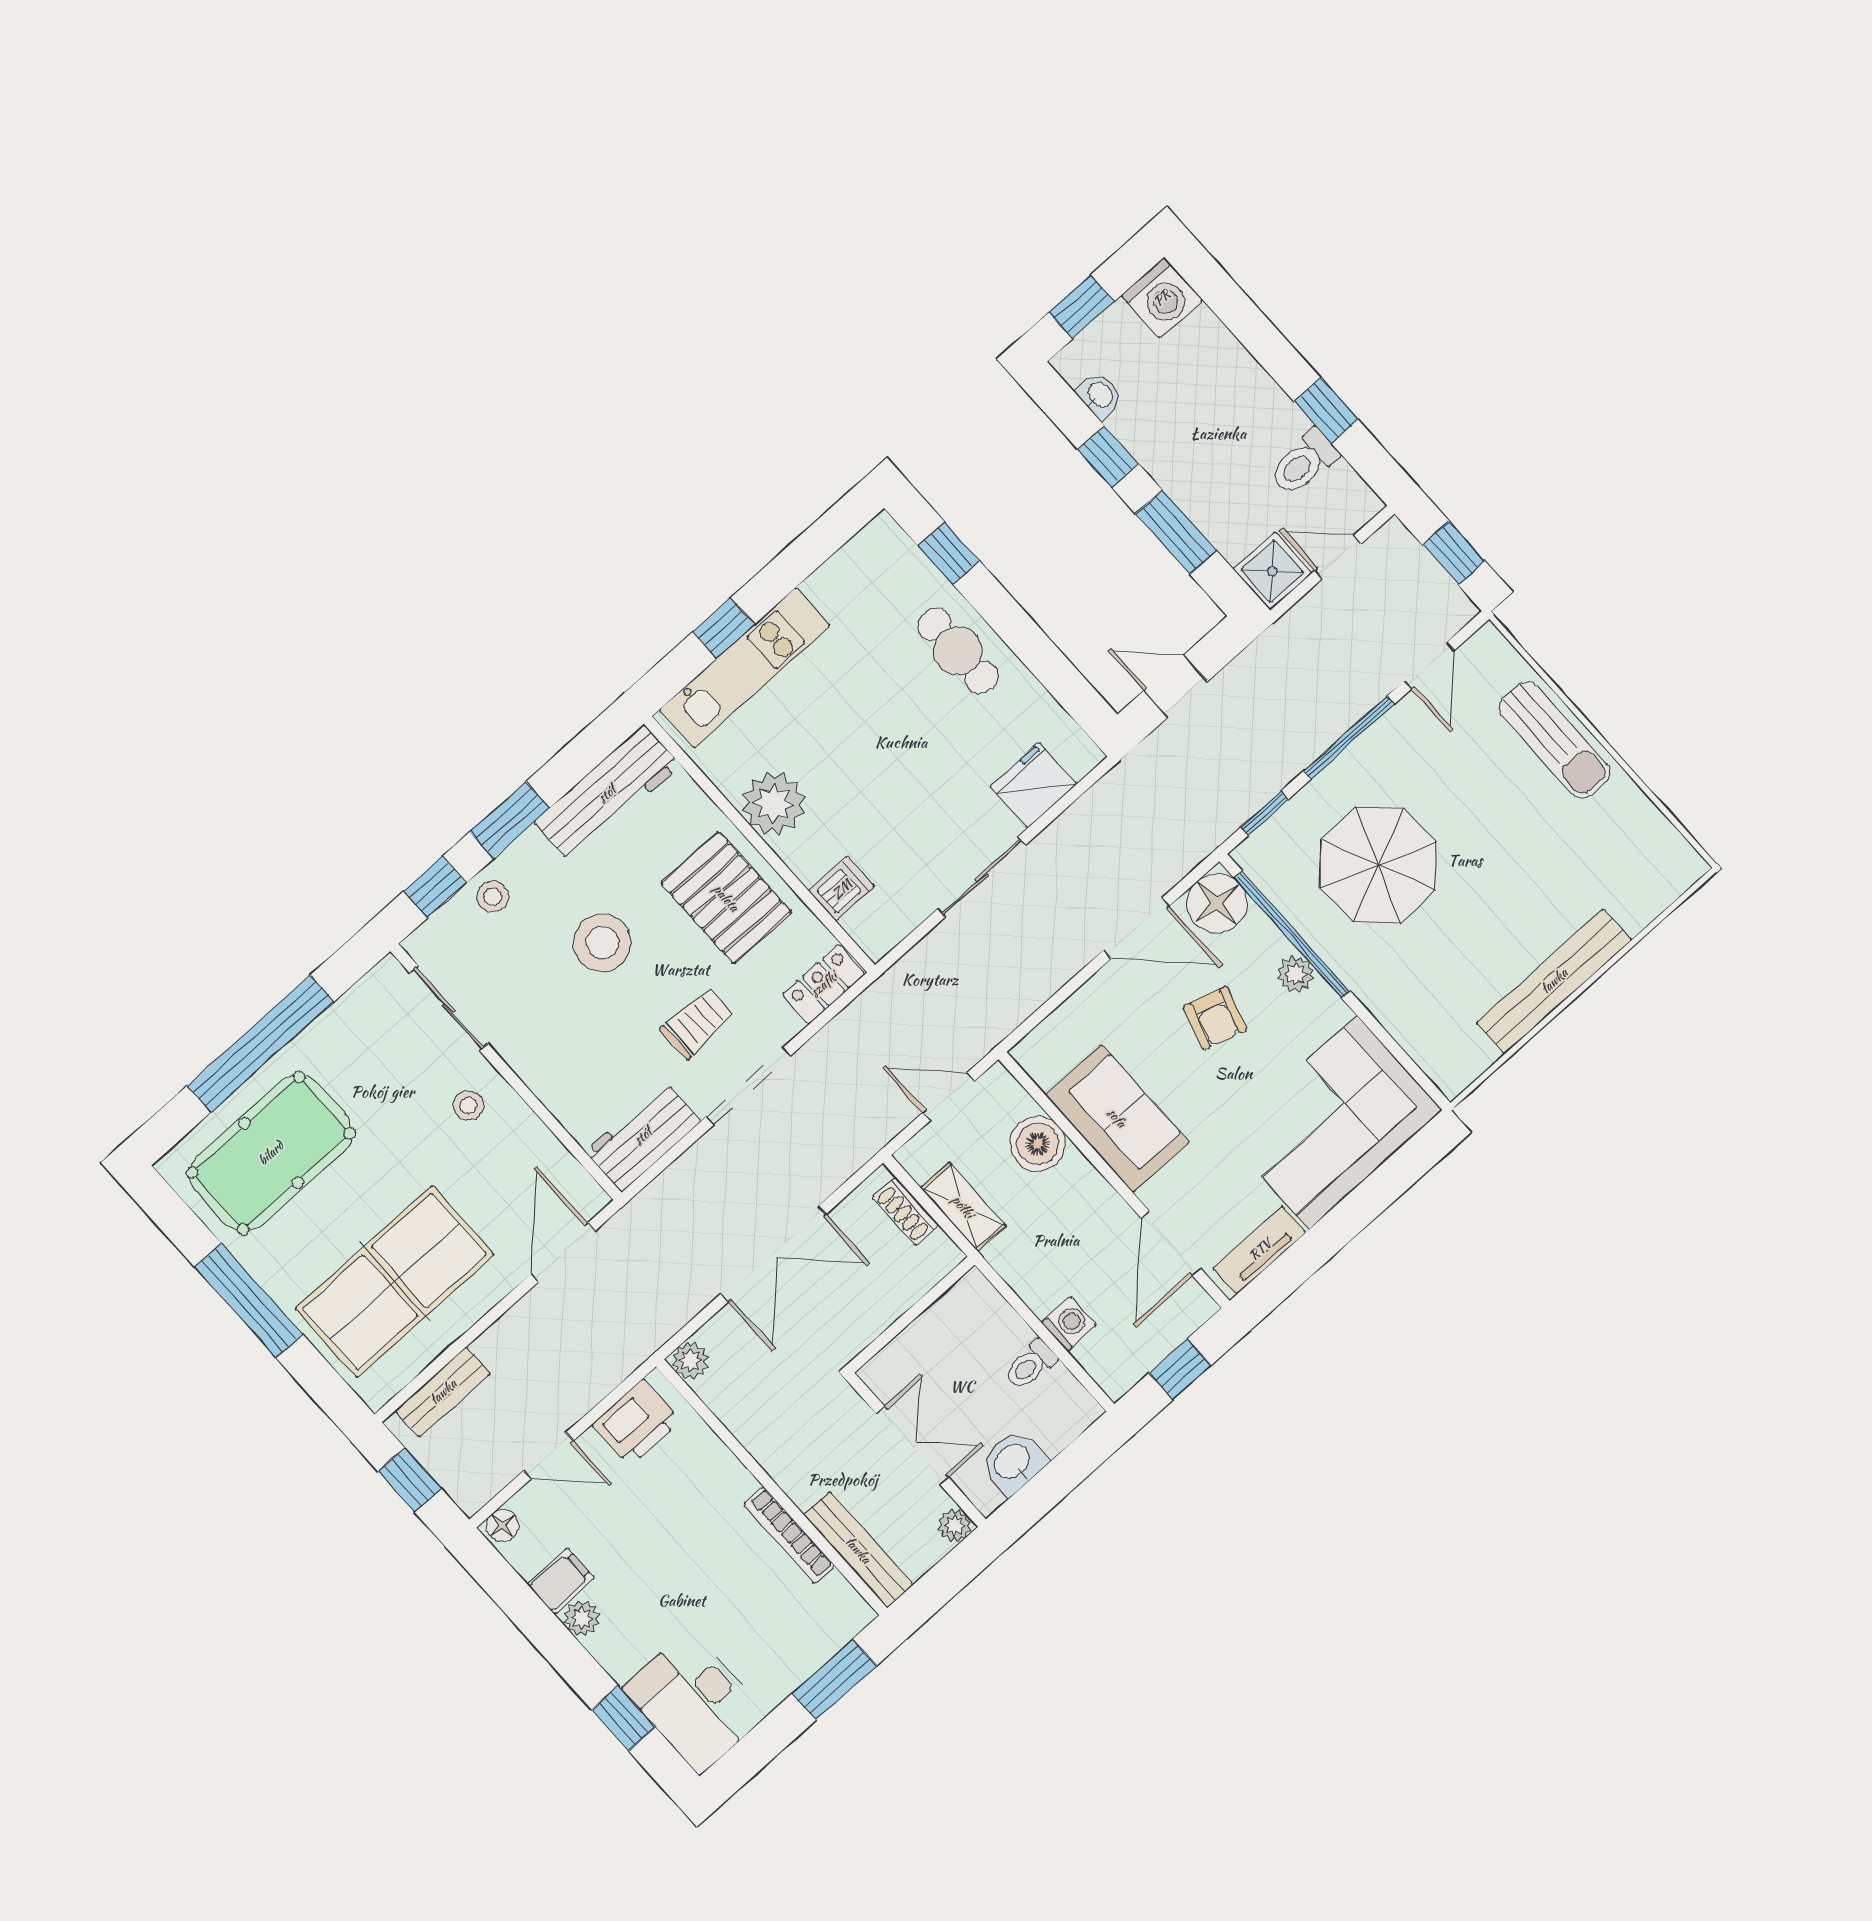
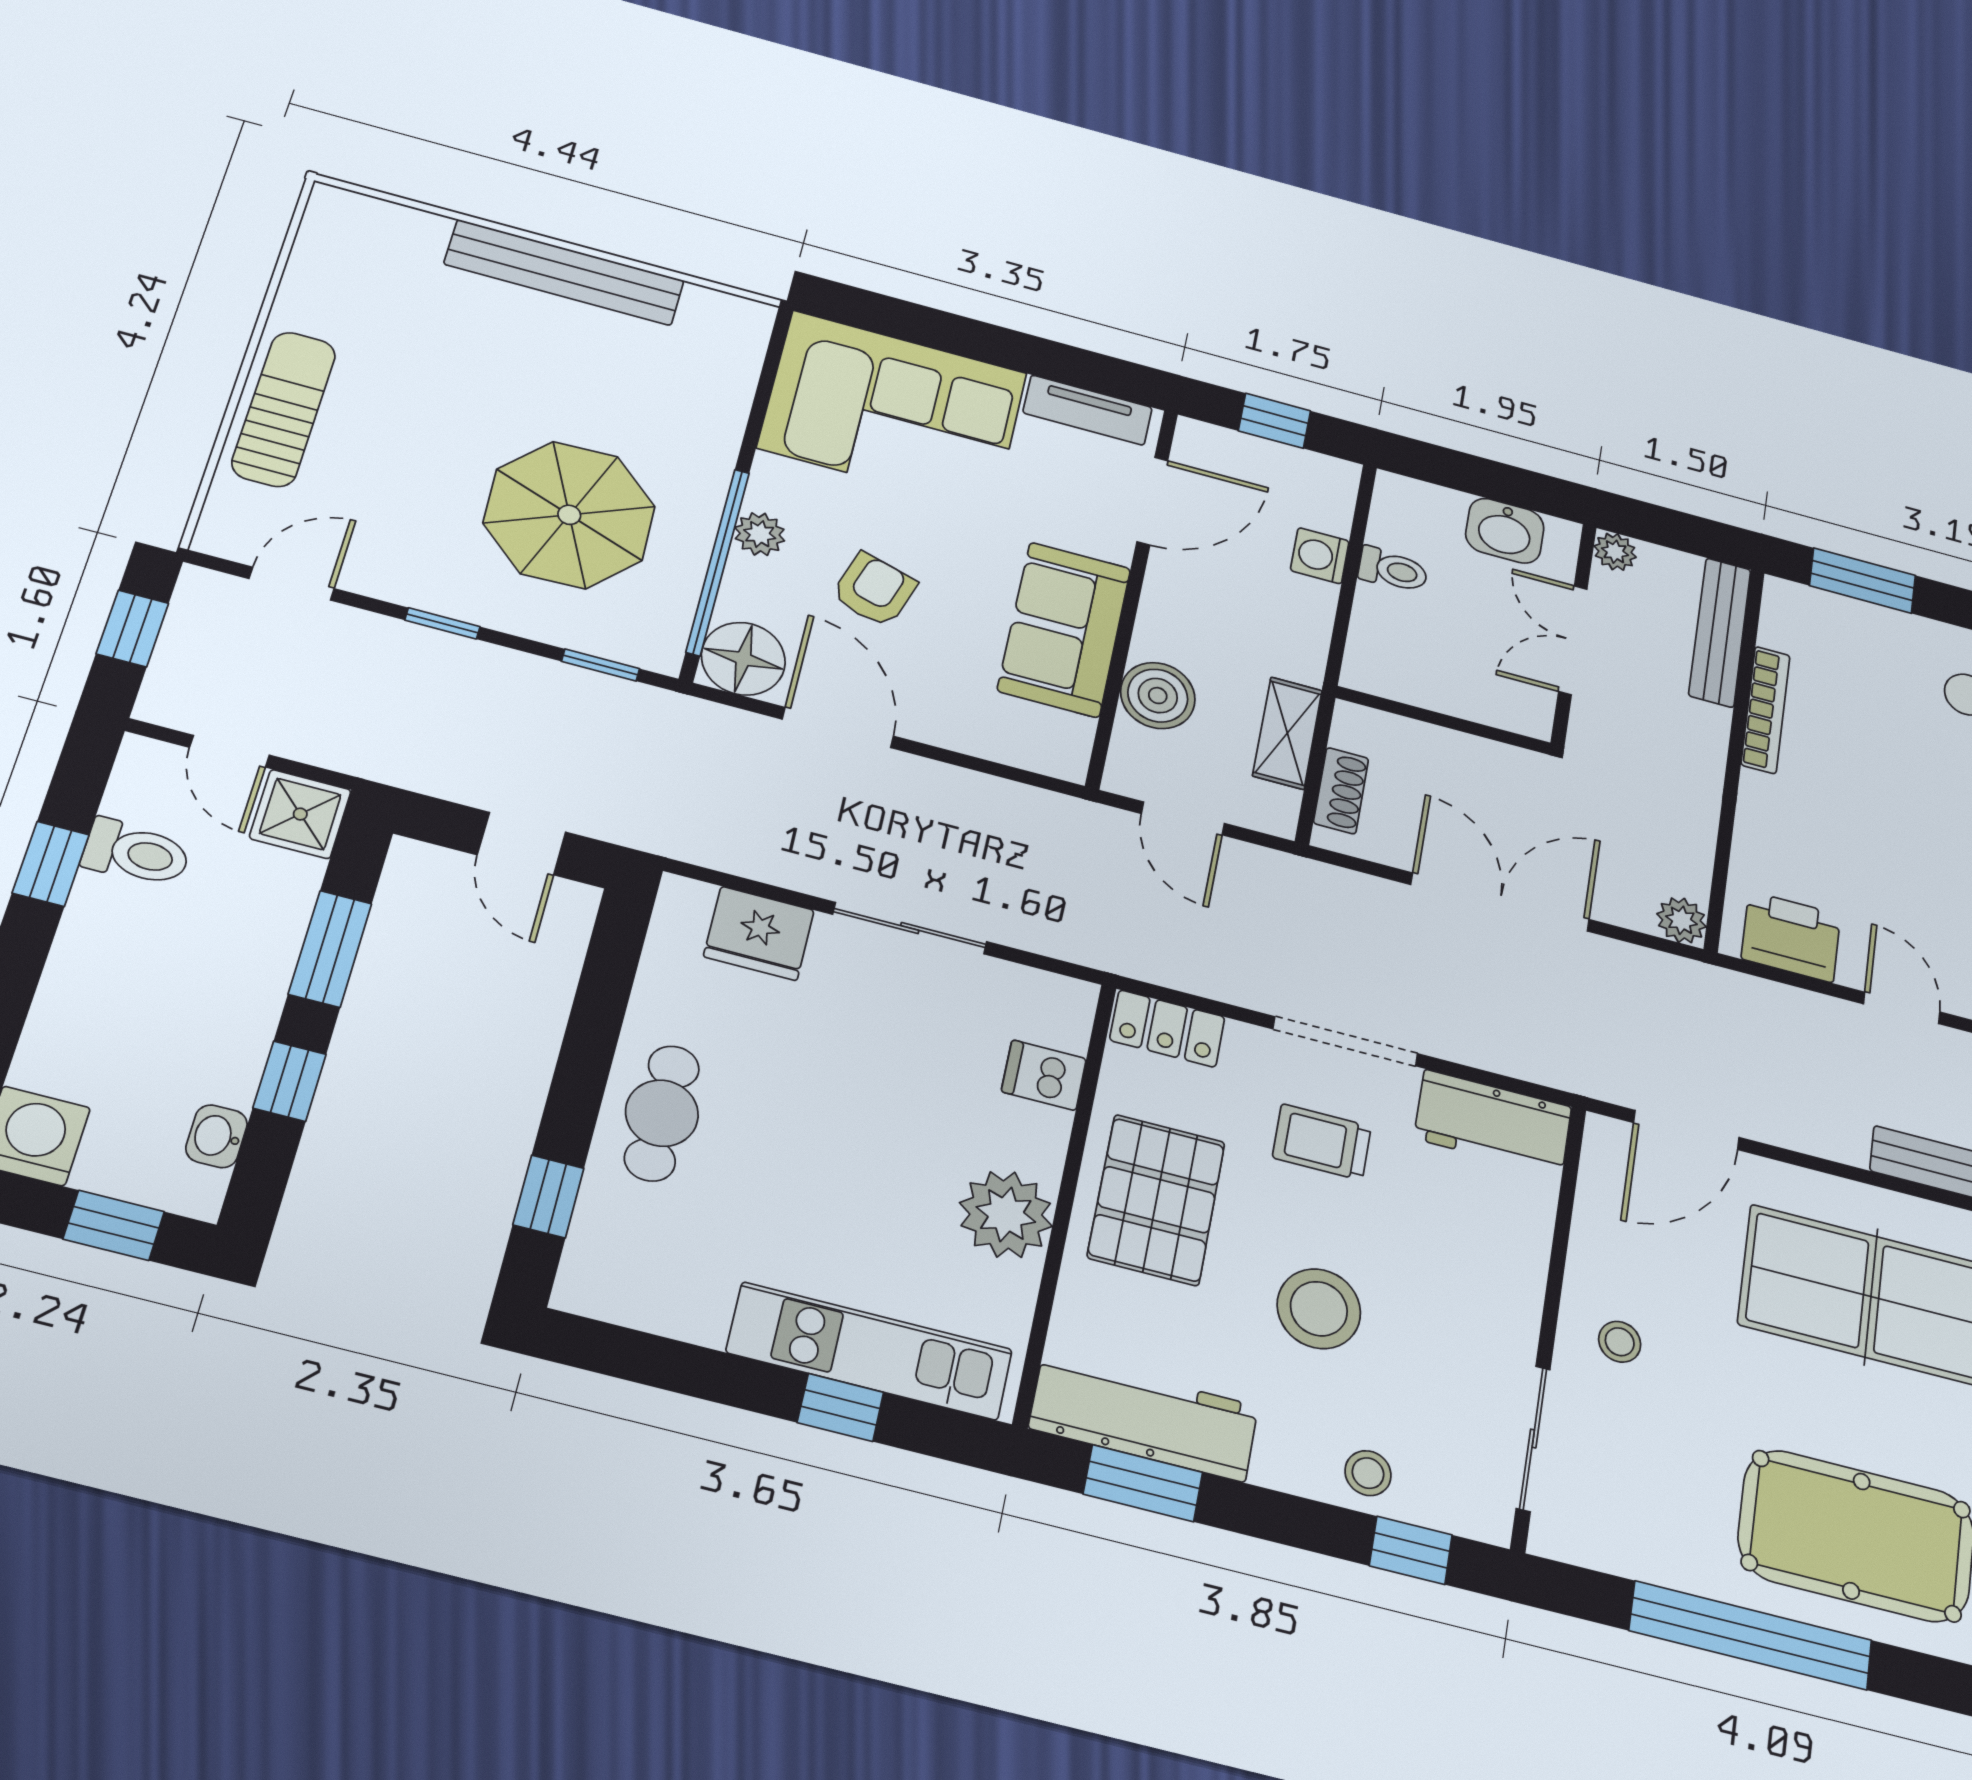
window: (1349, 737) -> (442, 623), width x0.46
window: (510, 820) -> (1143, 1483), moved

